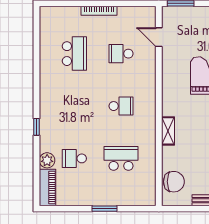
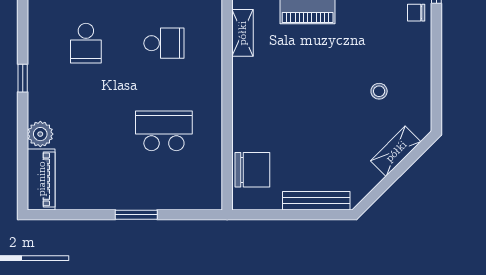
shelving: (168, 131) -> (242, 33), moved
school desk: (74, 158) -> (86, 43), moved, turned -90

